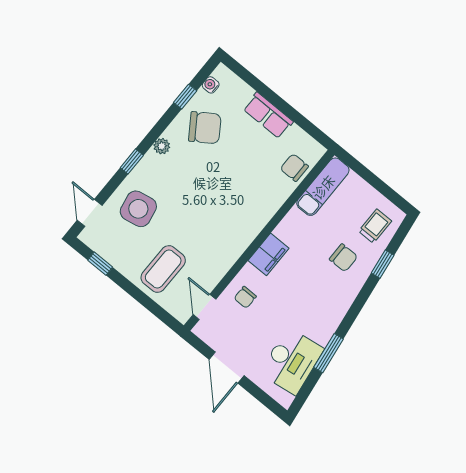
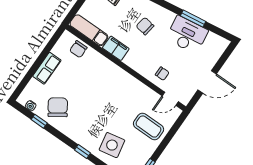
plant: (162, 146) -> (71, 133), removed
filing cabinet: (269, 254) -> (116, 48), moved
chair: (343, 258) -> (145, 26), moved, turned -81
desk: (292, 361) -> (187, 35), moved

